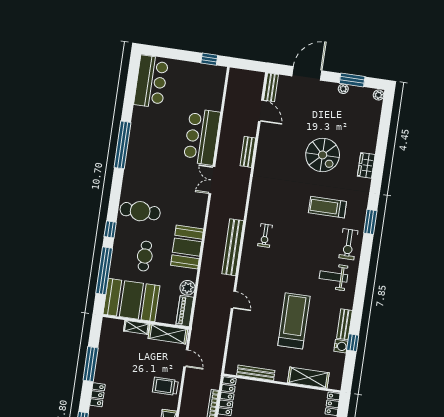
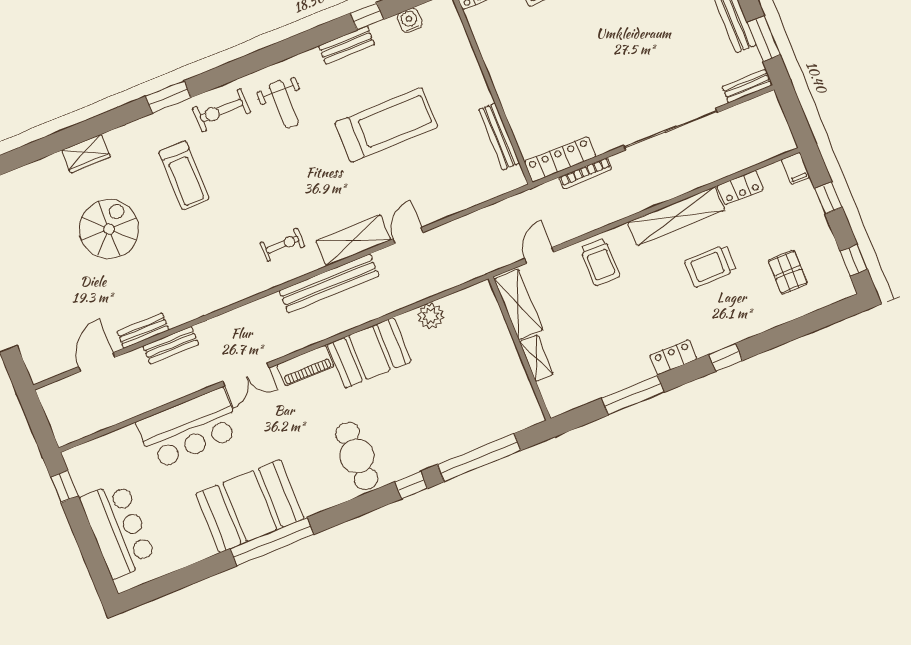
bar counter: (151, 82) -> (118, 530), moved, turned 90
bench: (271, 87) -> (143, 331), moved
exercise bike: (348, 244) -> (221, 110), turned 180
cafe table: (145, 256) -> (421, 409), removed
booth: (131, 300) -> (250, 506), moved, turned 90
piano: (185, 311) -> (305, 366), moved
treadmill: (294, 321) -> (386, 125), turned 180
water cooler: (341, 346) -> (410, 20), moved
shelving: (308, 378) -> (353, 240), moved, turned 90

